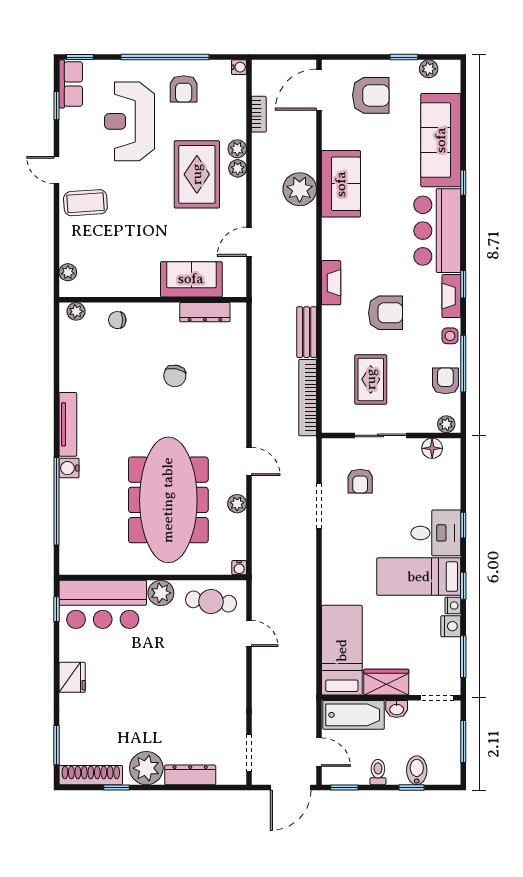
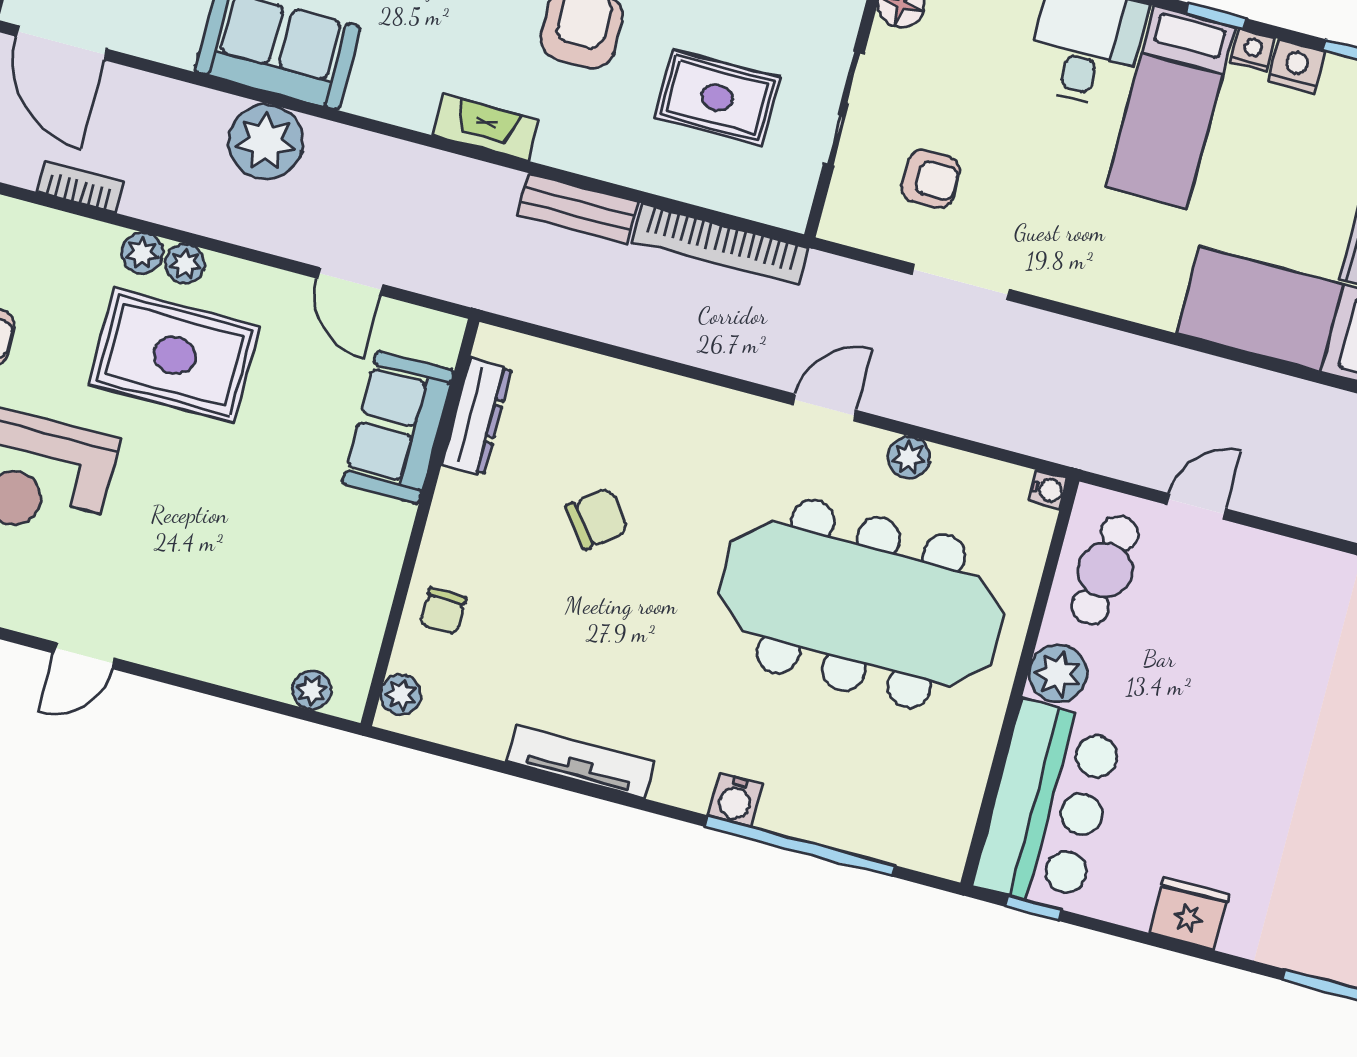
coffee table: (85, 203) -> (172, 612), removed
chair: (175, 376) -> (597, 519), turned -48
tv unit: (68, 424) -> (581, 762), moved

